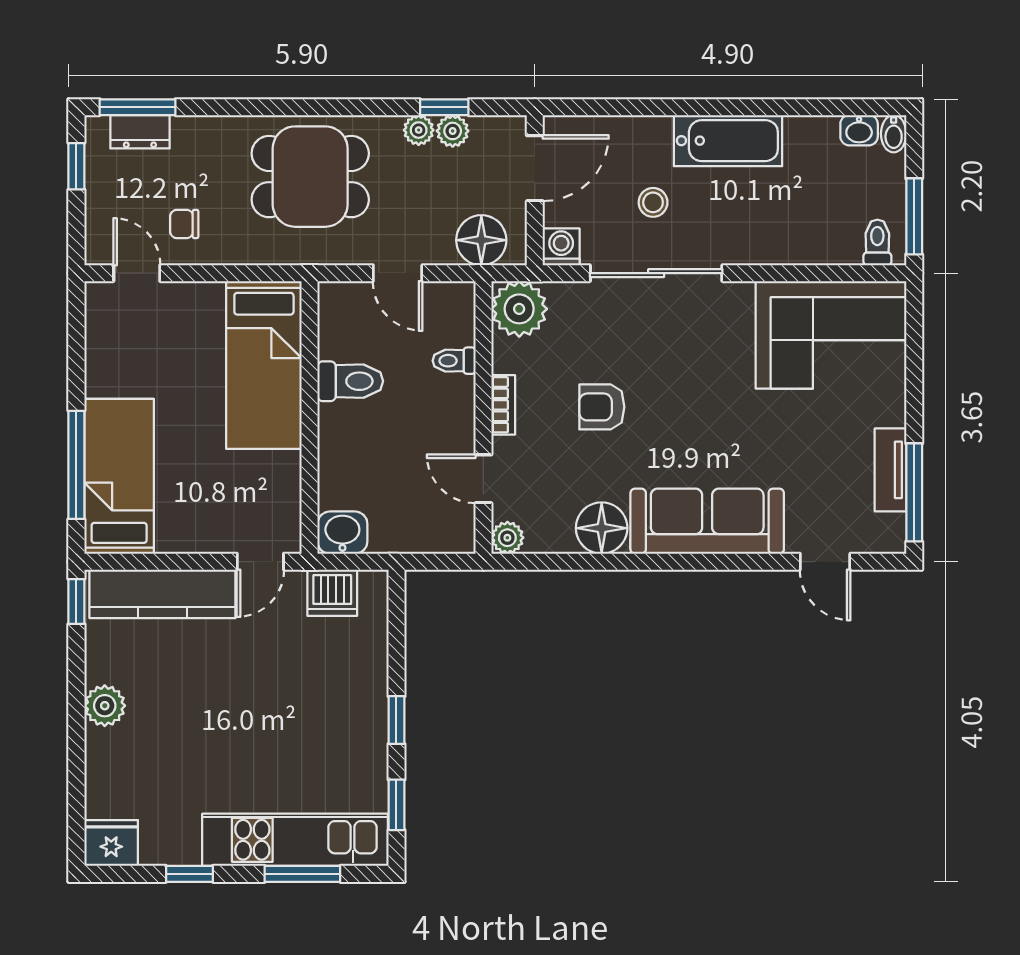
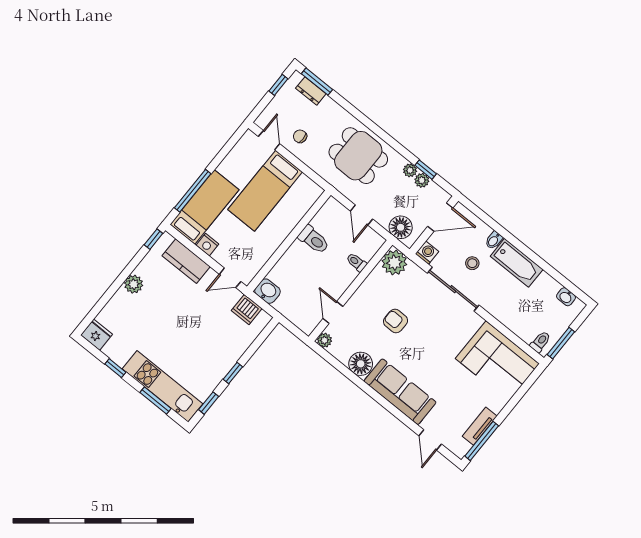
bidet: (894, 134) -> (494, 240), moved
bed: (264, 365) -> (265, 191), moved
bookcase: (503, 405) -> (361, 292), removed
nightstand: (176, 537) -> (207, 245), added
kitchen counter: (162, 594) -> (186, 261), width x0.67

